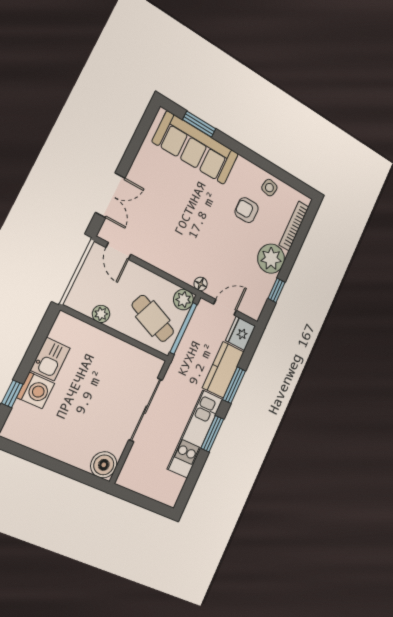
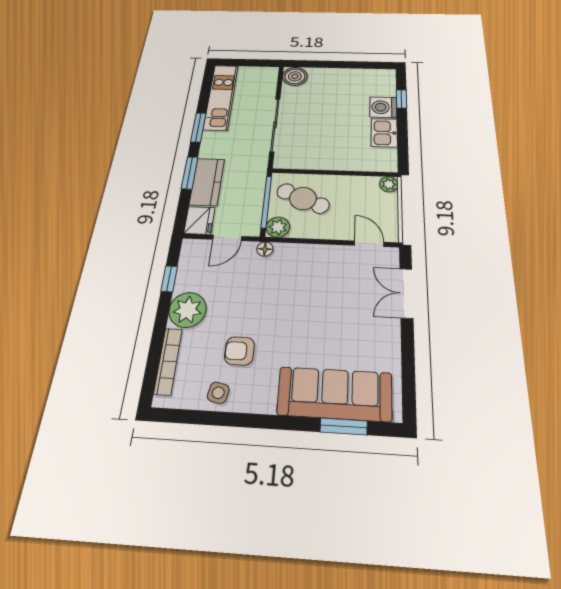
armchair: (247, 210) -> (239, 351), turned 180
plant: (101, 314) -> (389, 184), moved
kitchen unit: (195, 434) -> (221, 97), moved

